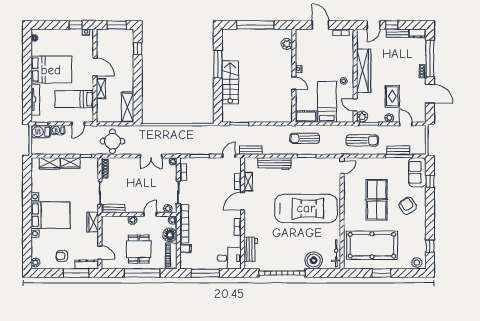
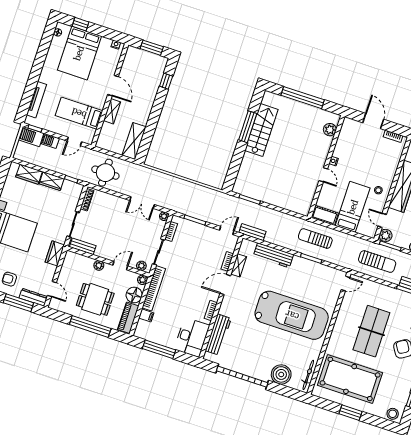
window: (76, 25) -> (80, 24), moved
bed: (51, 70) -> (79, 53), moved, turned 90
stairs: (230, 83) -> (261, 130), moved
dining table: (139, 249) -> (95, 299), turned 90
workbench: (250, 249) -> (218, 335), width x1.38
desk: (229, 258) -> (192, 337), width x1.37

